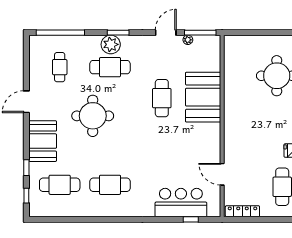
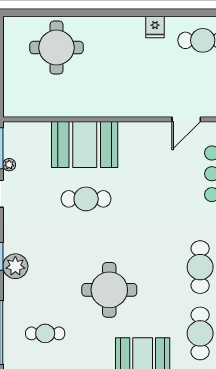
cafe table: (110, 67) -> (45, 267), removed

